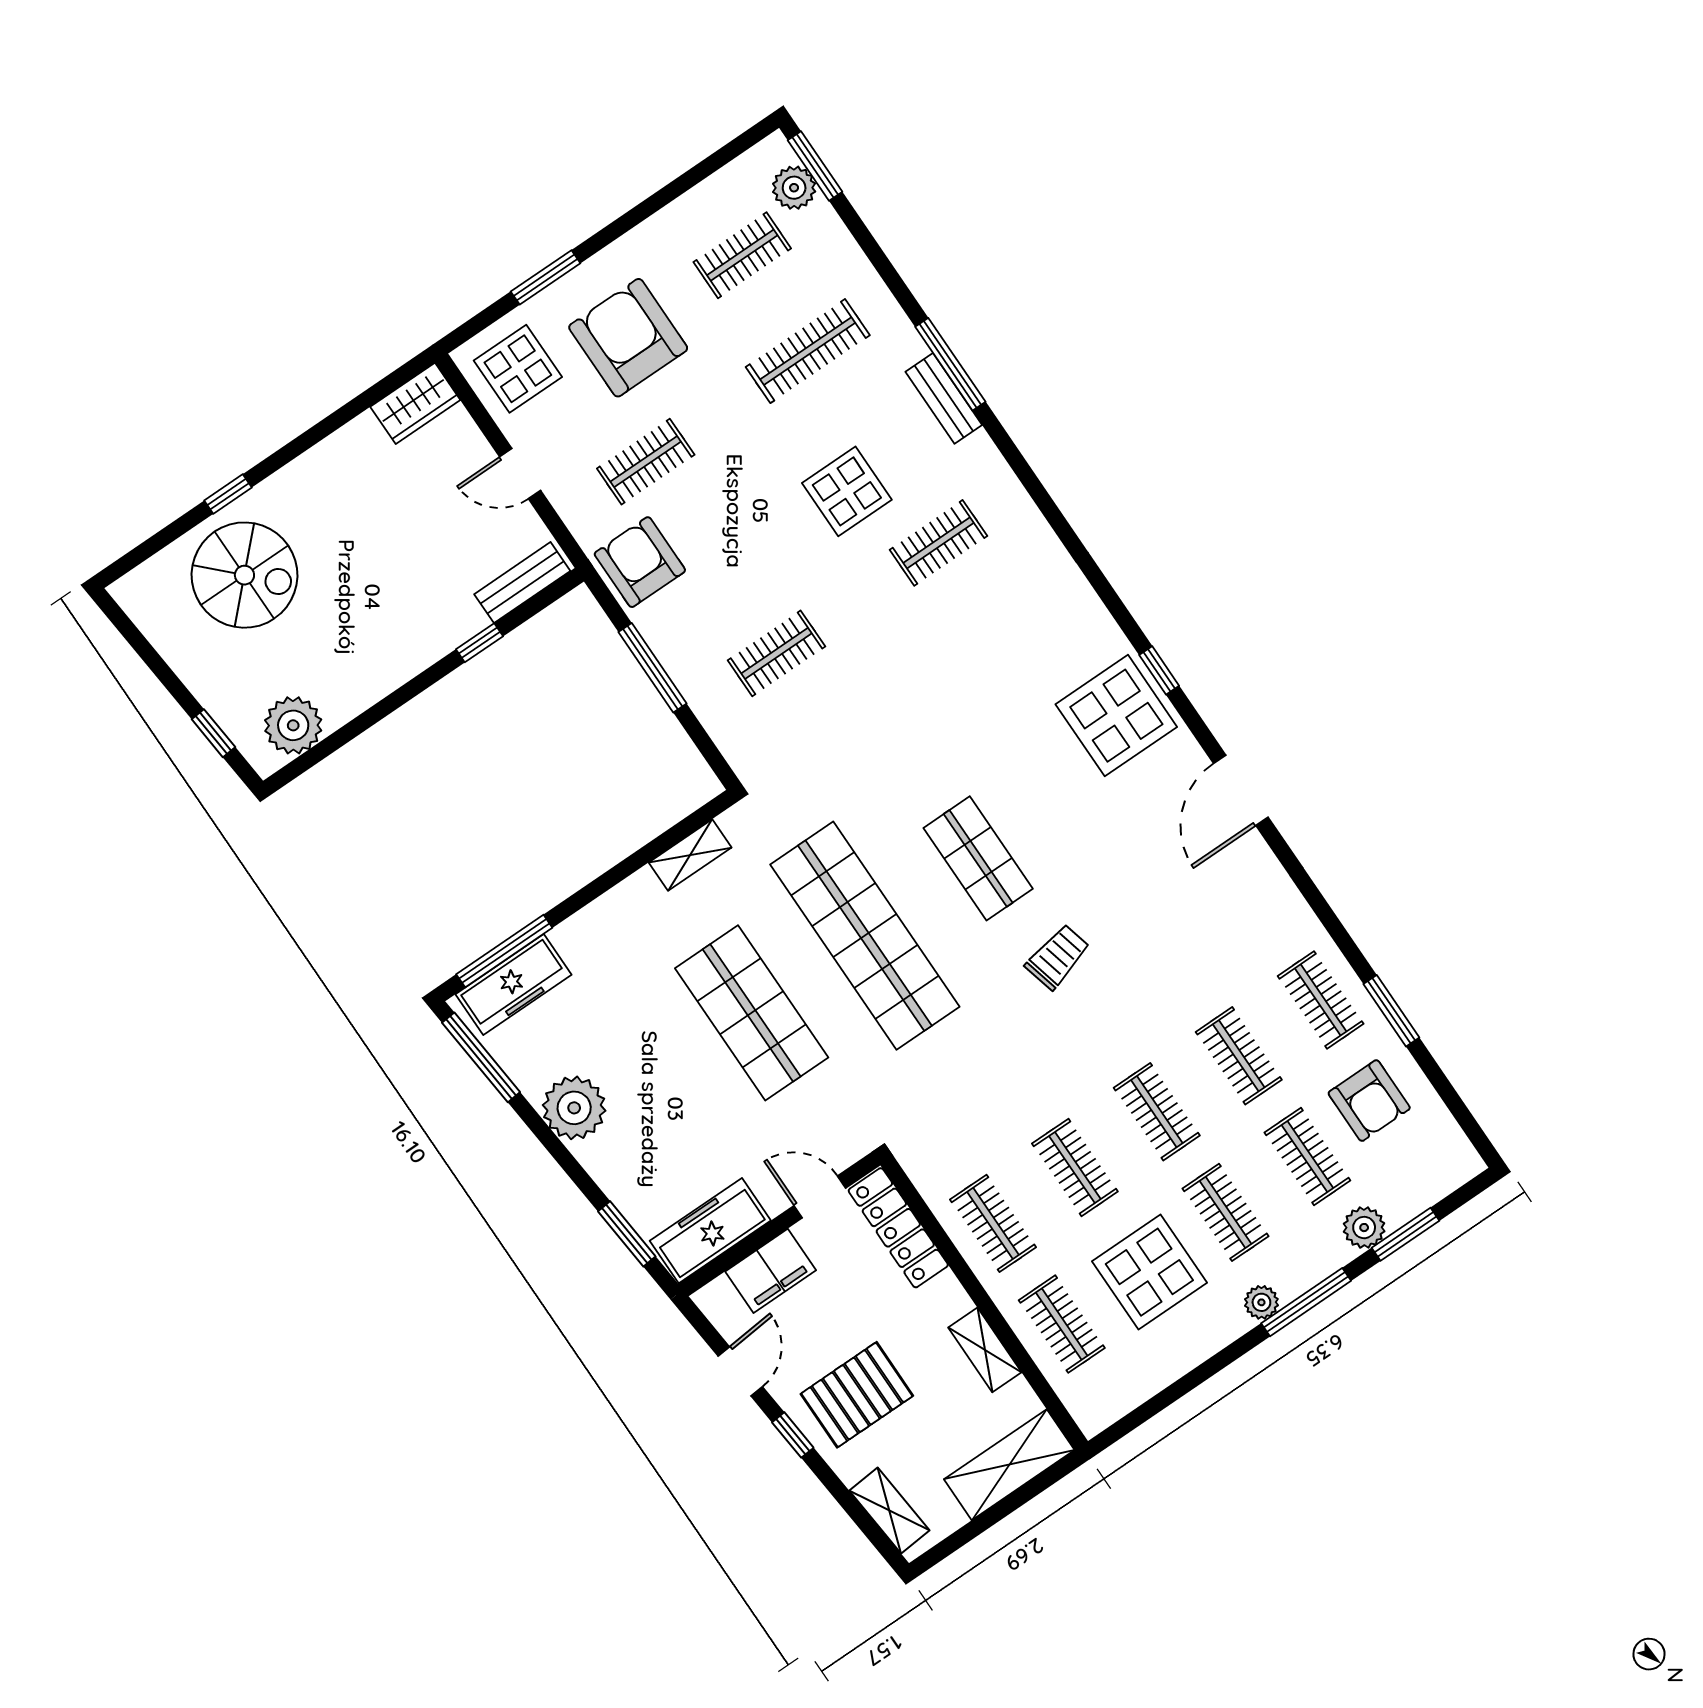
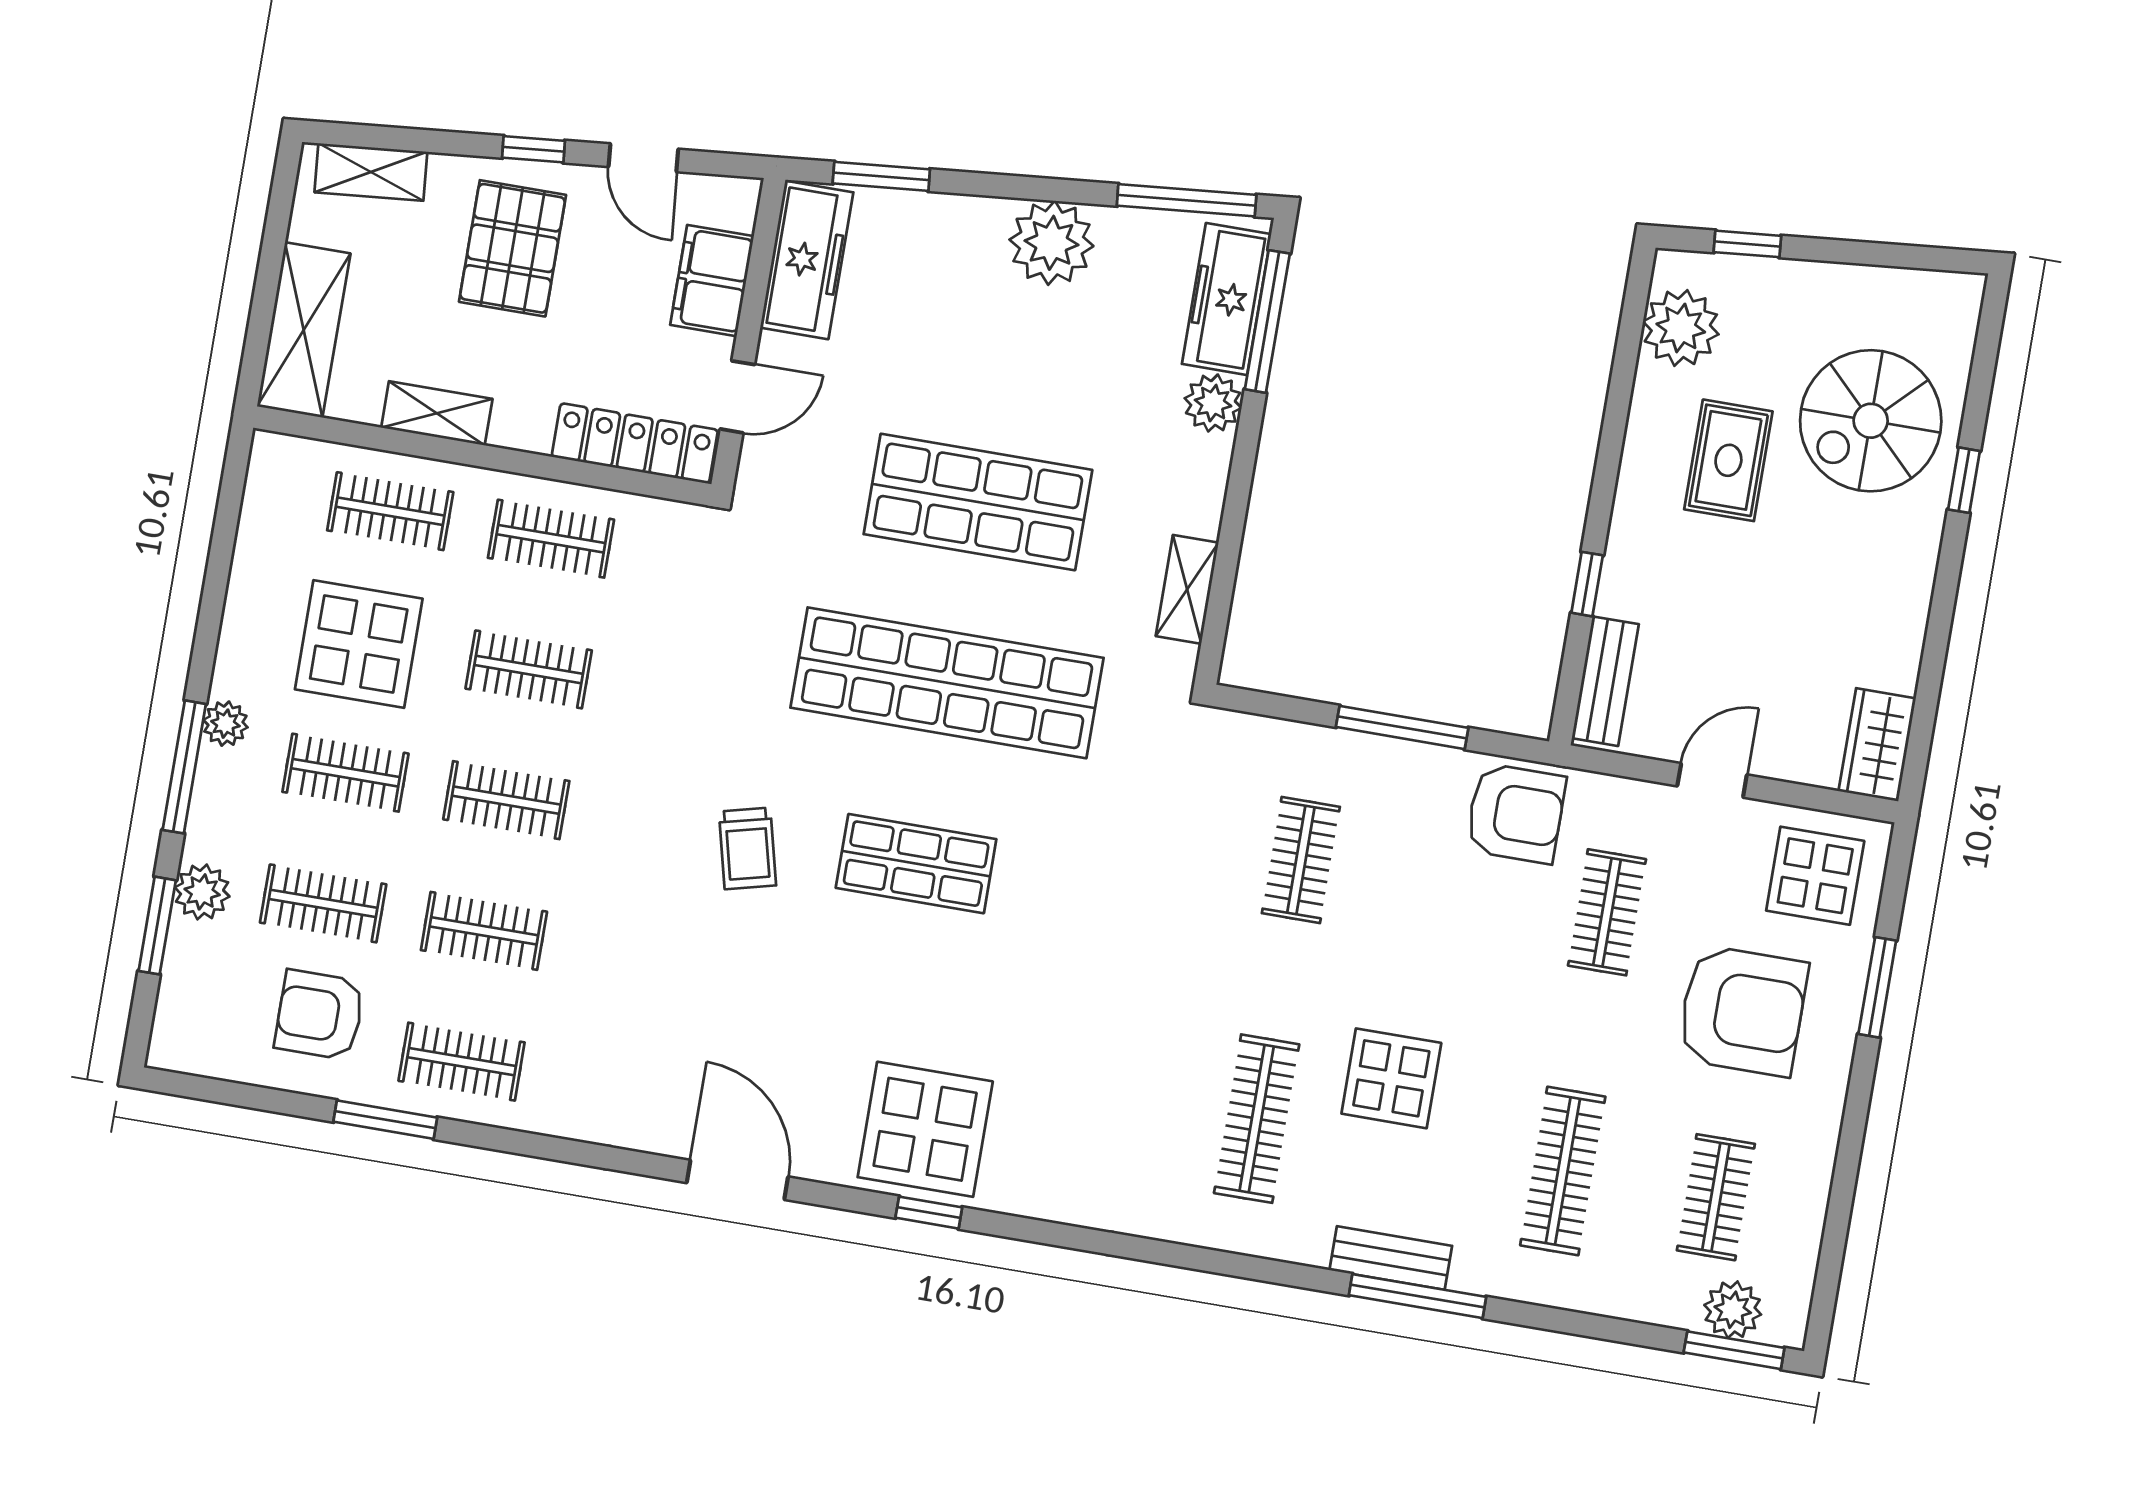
clothes rail: (938, 543) -> (1257, 1119), width x1.36
rug: (340, 631) -> (1728, 460), added
plant: (576, 938) -> (1213, 403), added

